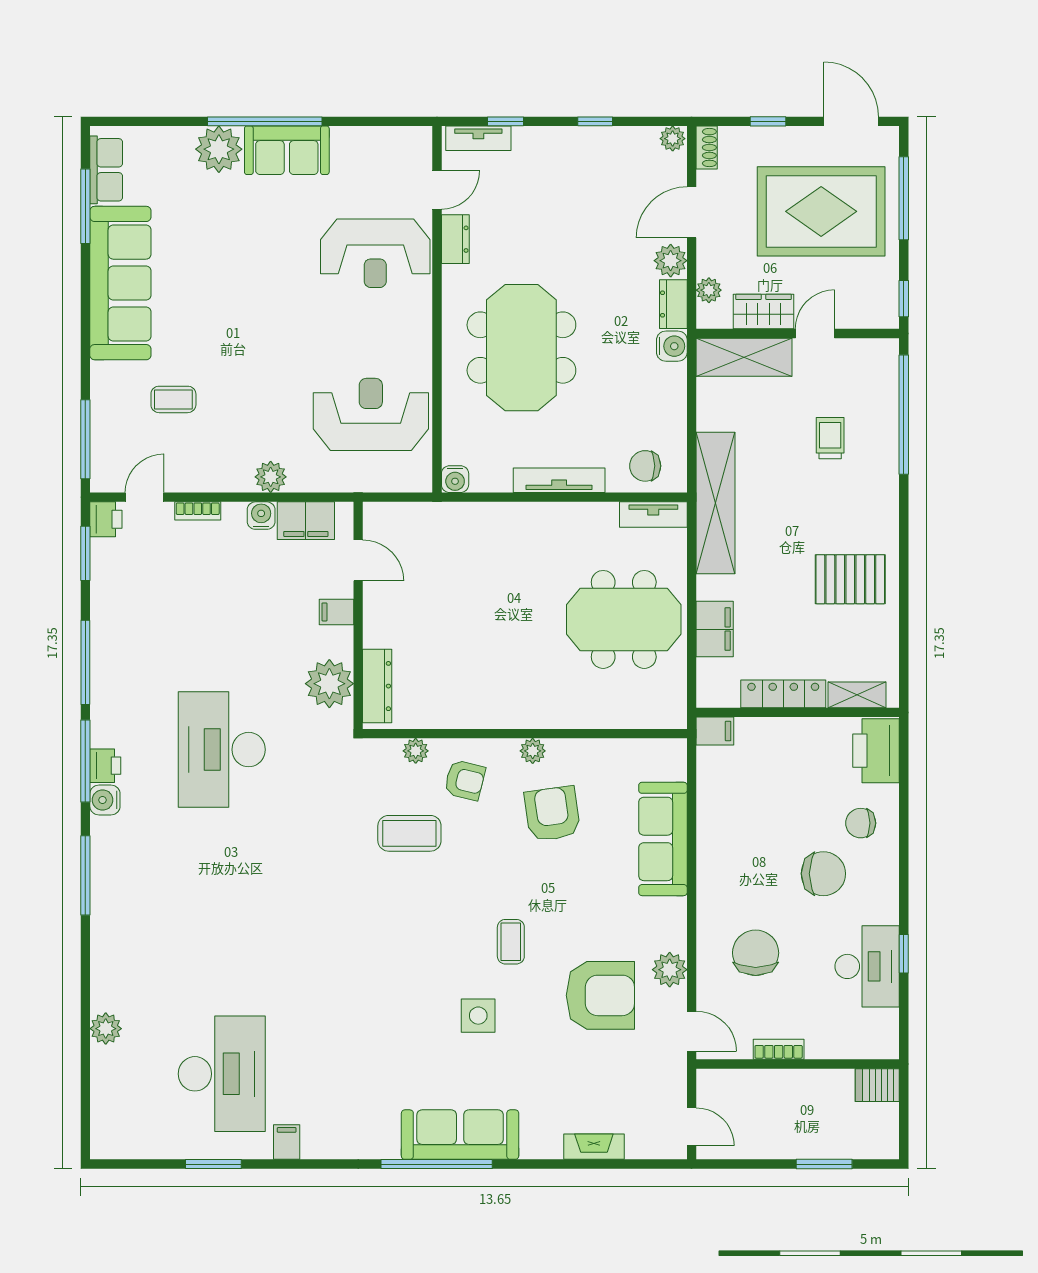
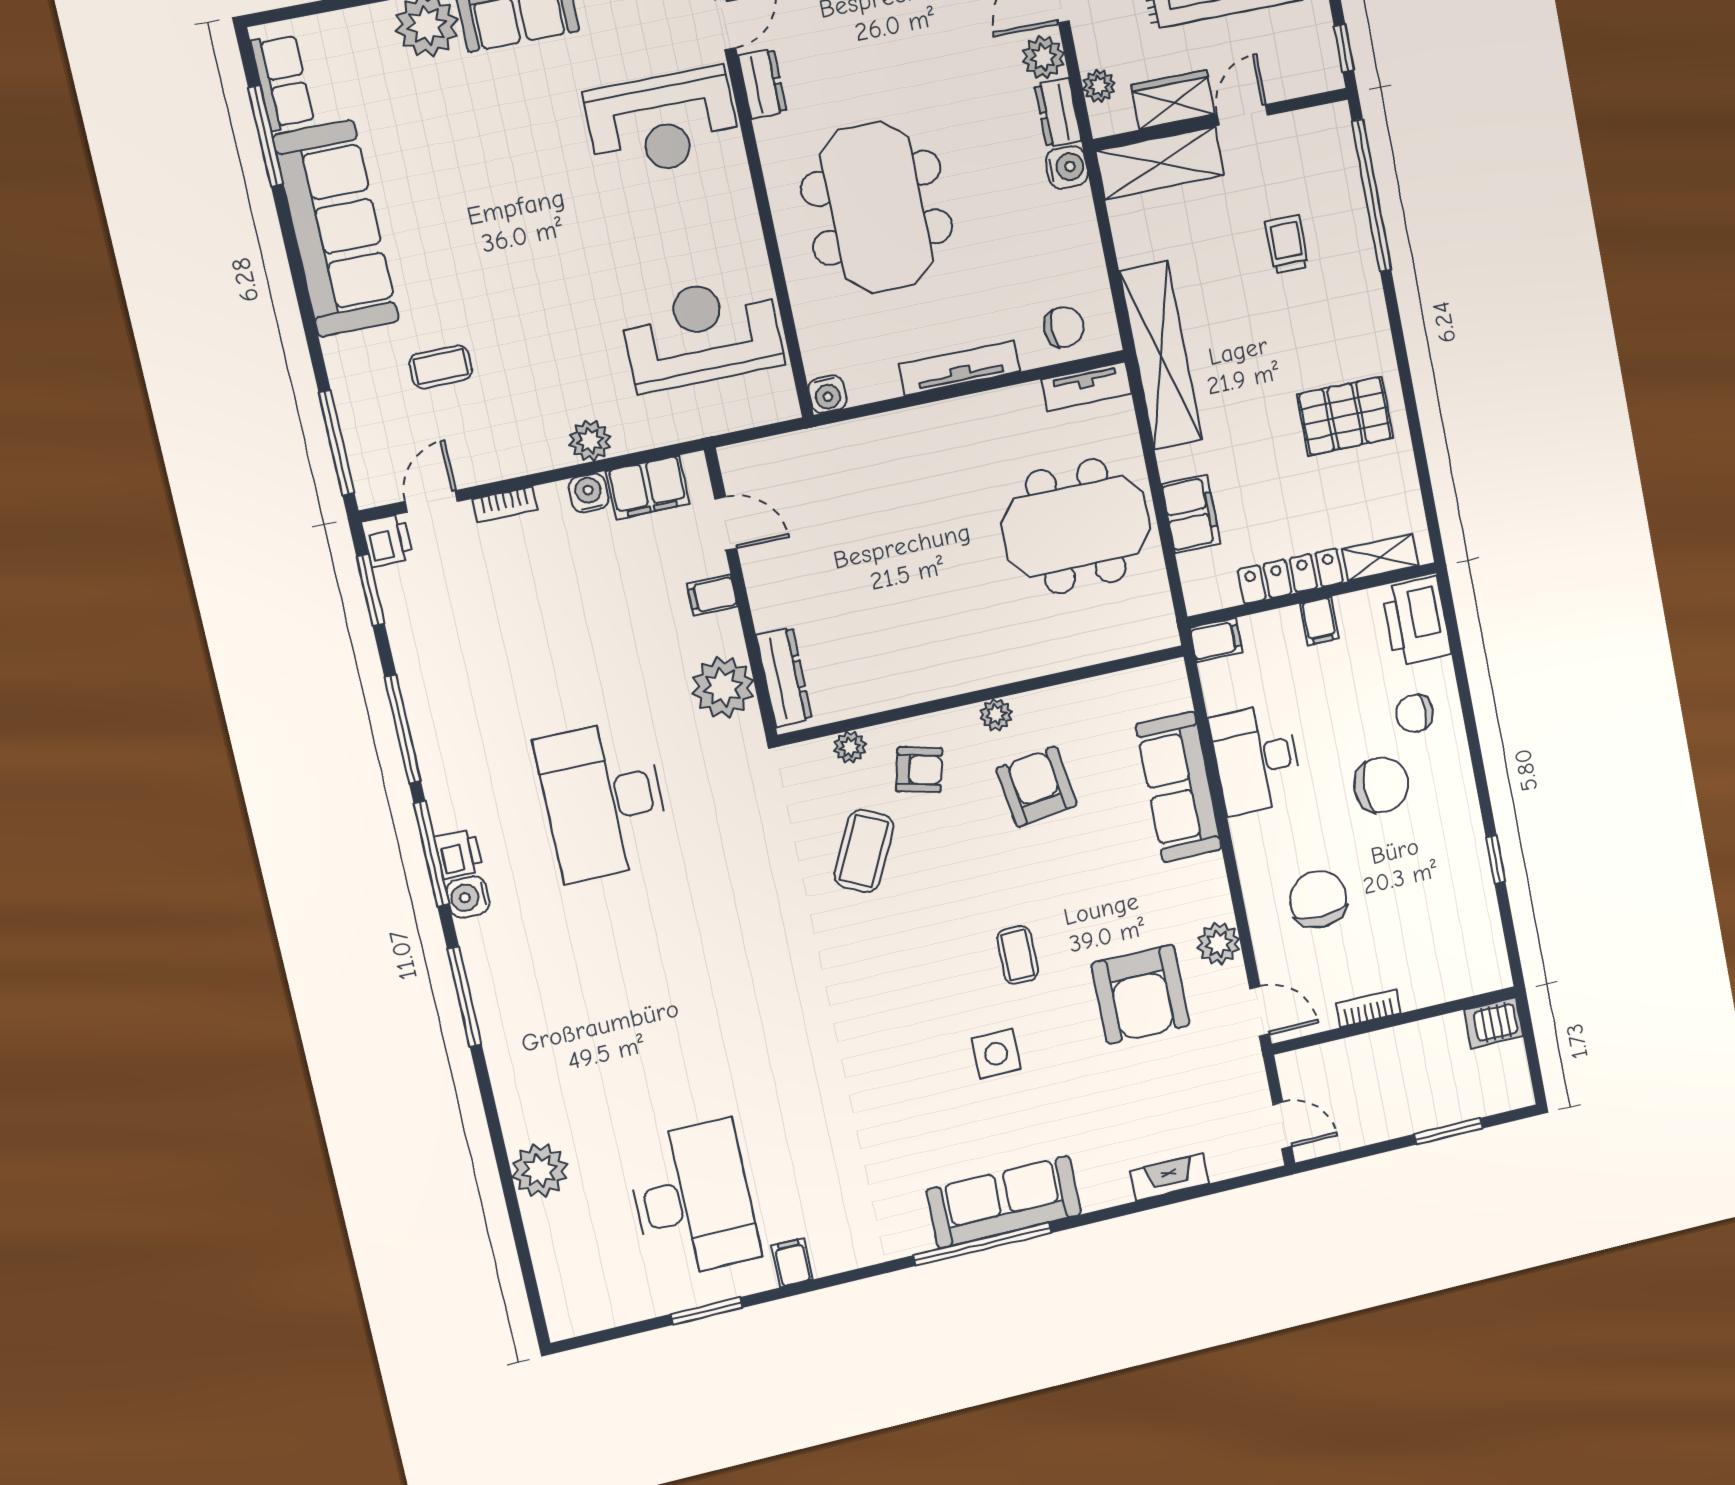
chair: (645, 466) -> (1064, 327), turned 180
filing cabinet: (799, 734) -> (1319, 621), added
coffee table: (409, 833) -> (864, 851), turned -64
desk: (867, 966) -> (1256, 759), moved, turned 180
armchair: (600, 995) -> (1141, 994), turned 90
plant: (106, 1029) -> (540, 1170), width x1.36, depth x1.36

